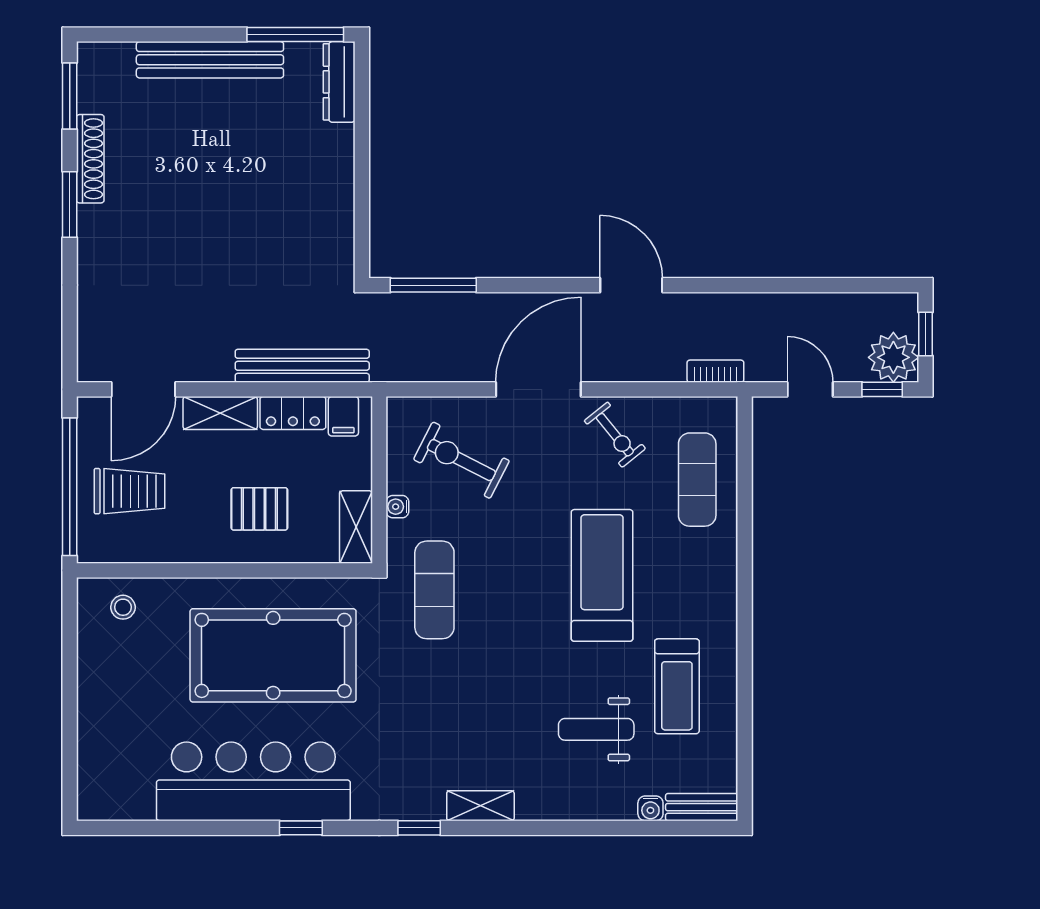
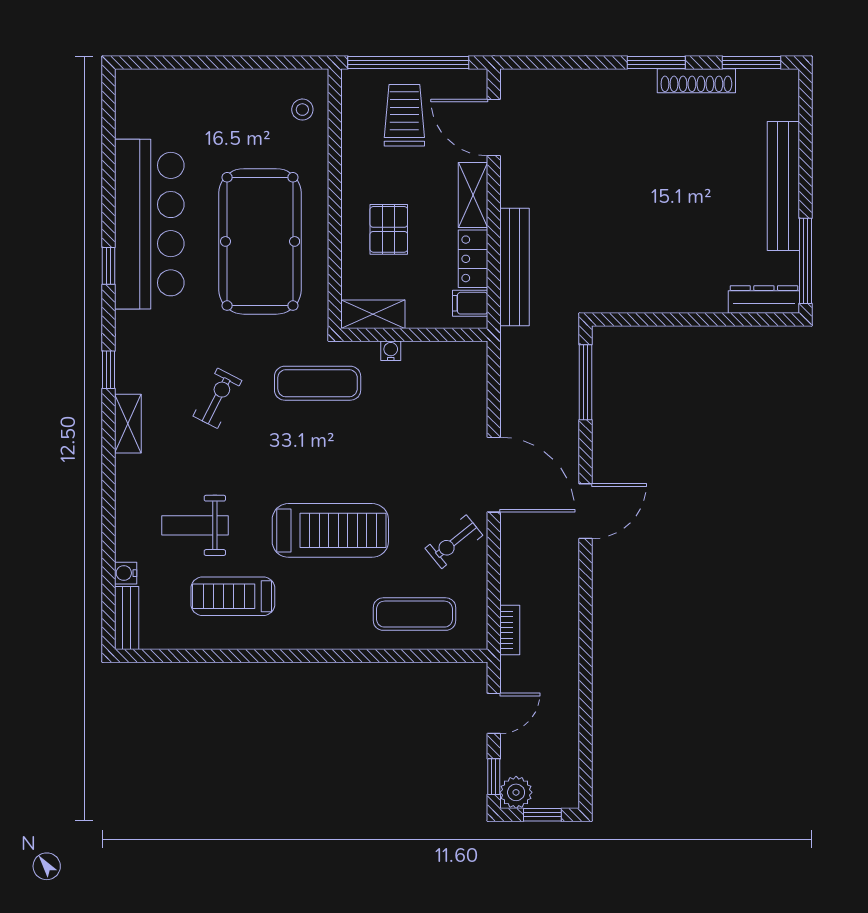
door: (631, 285) -> (585, 511), moved
plant: (893, 357) -> (516, 792), width x0.73, depth x0.73
exercise bike: (461, 460) -> (217, 398), moved, width x0.73, depth x0.72
trolley: (129, 491) -> (404, 115), turned 180
weight bench: (596, 729) -> (195, 525), turned -90

